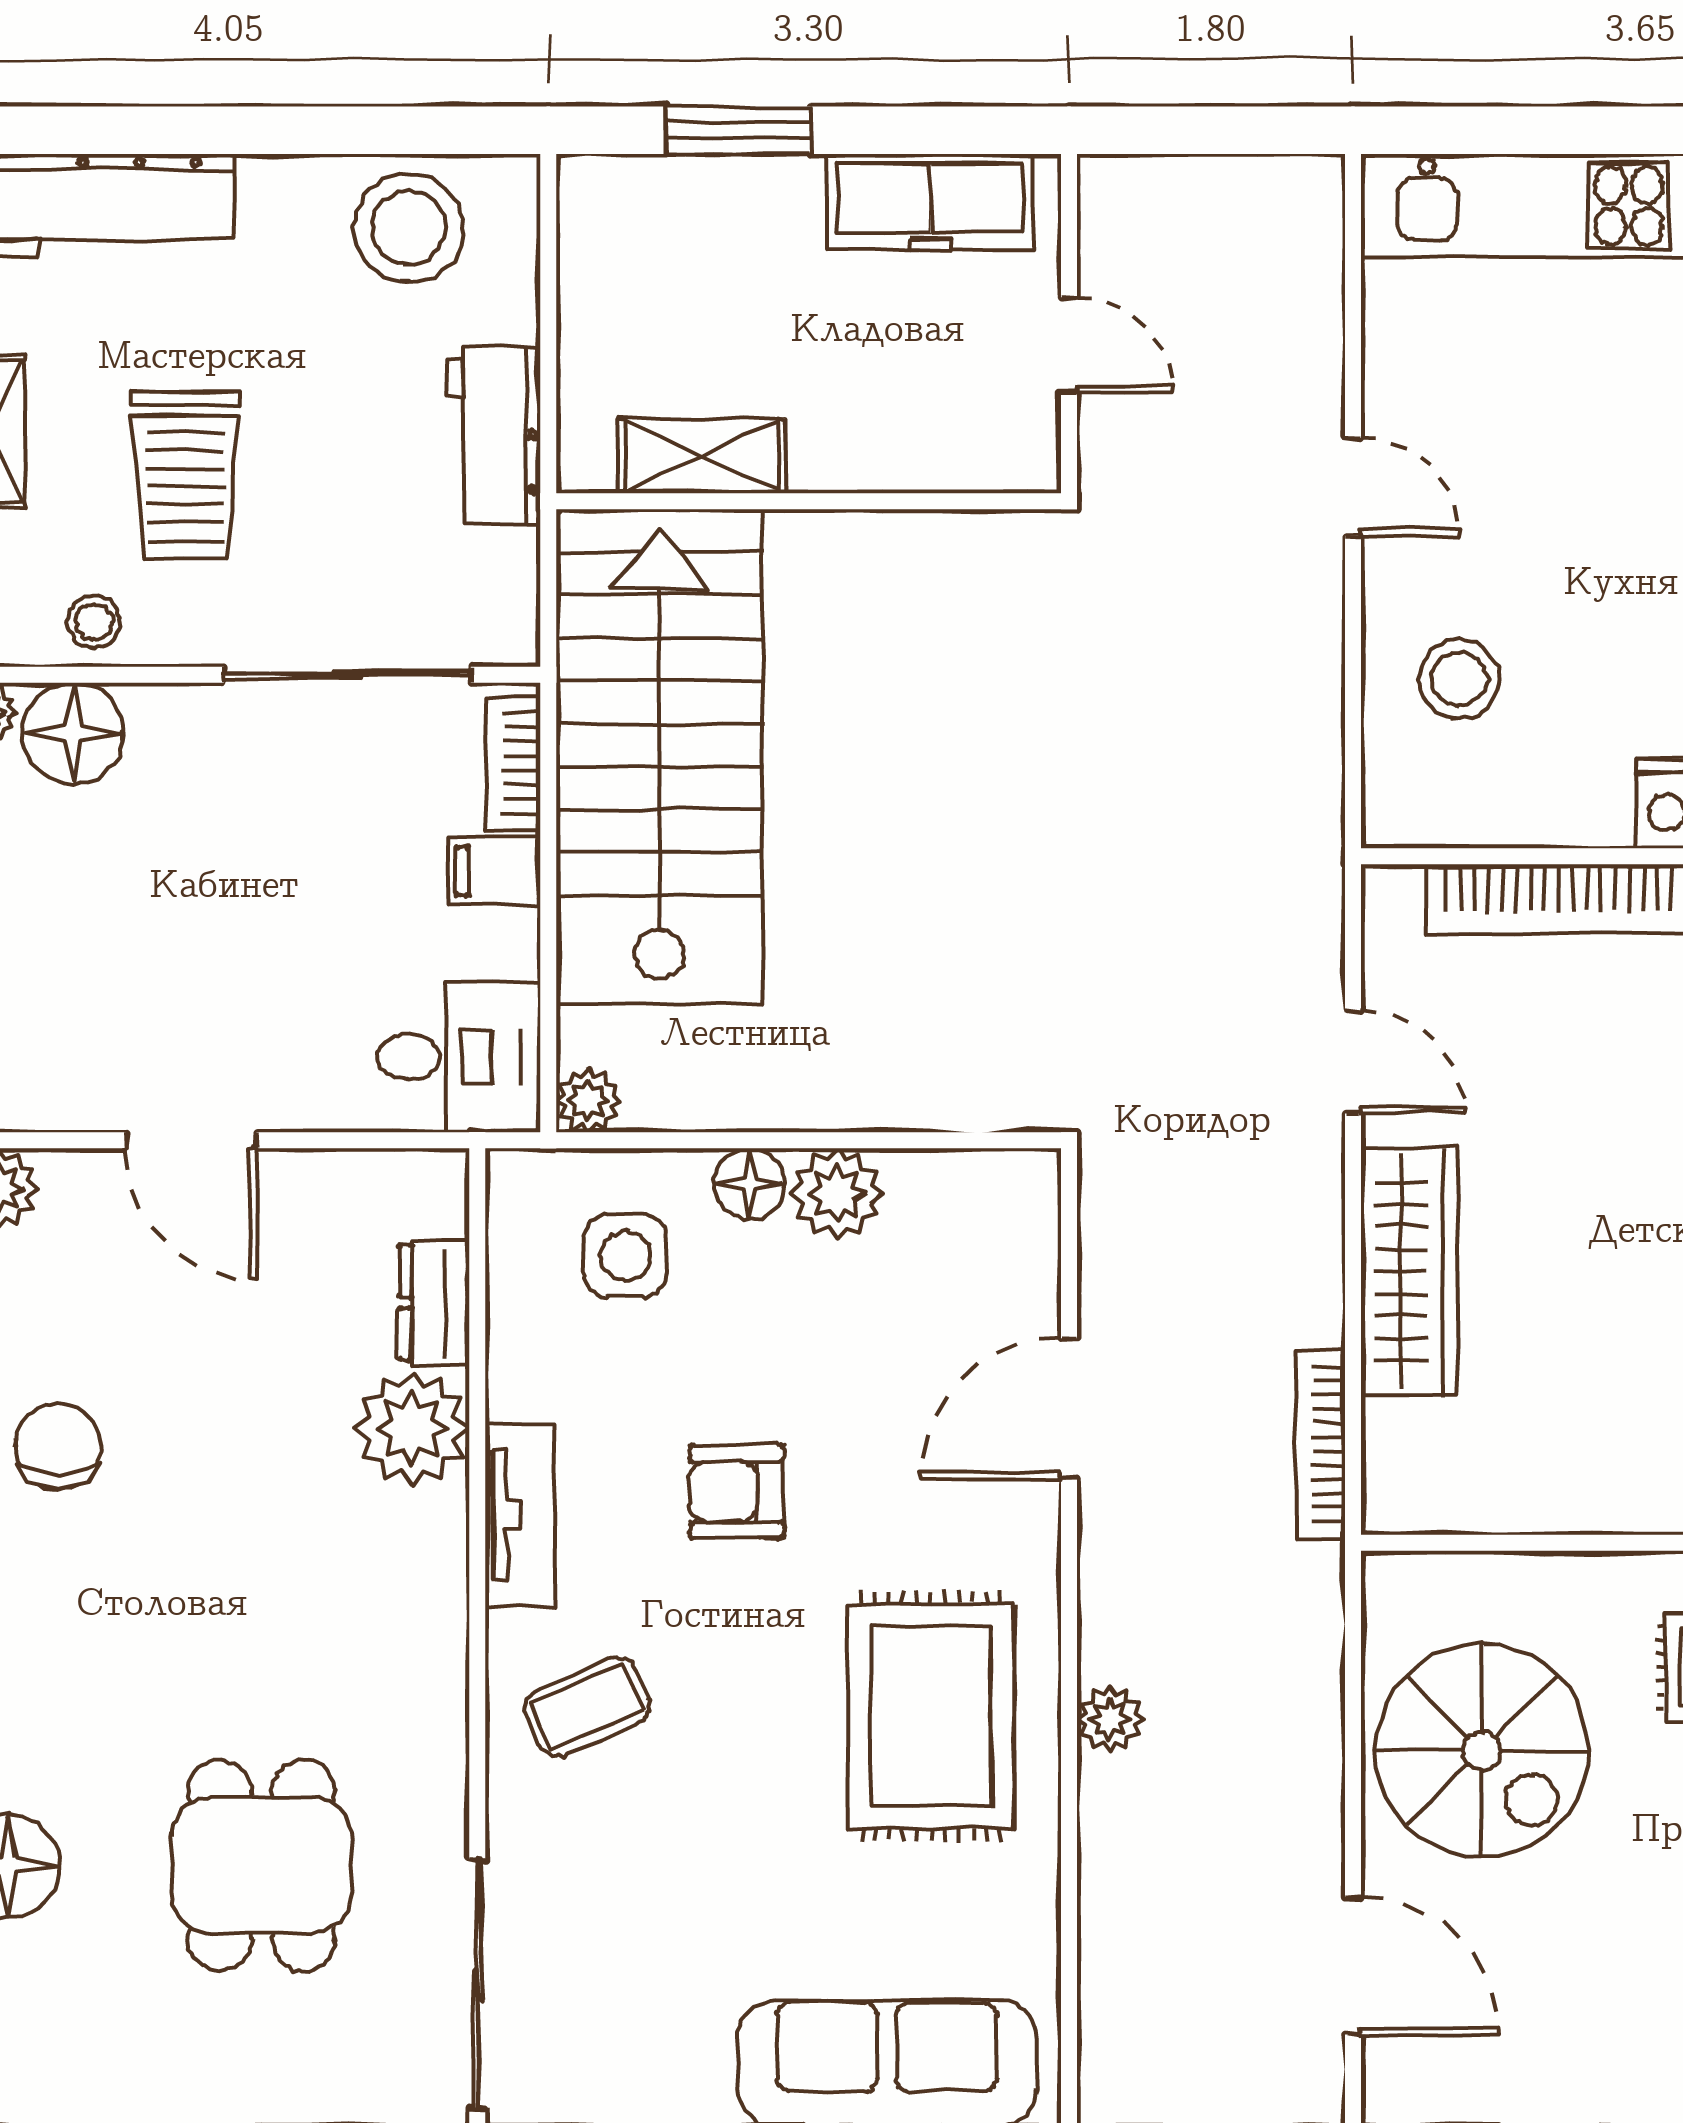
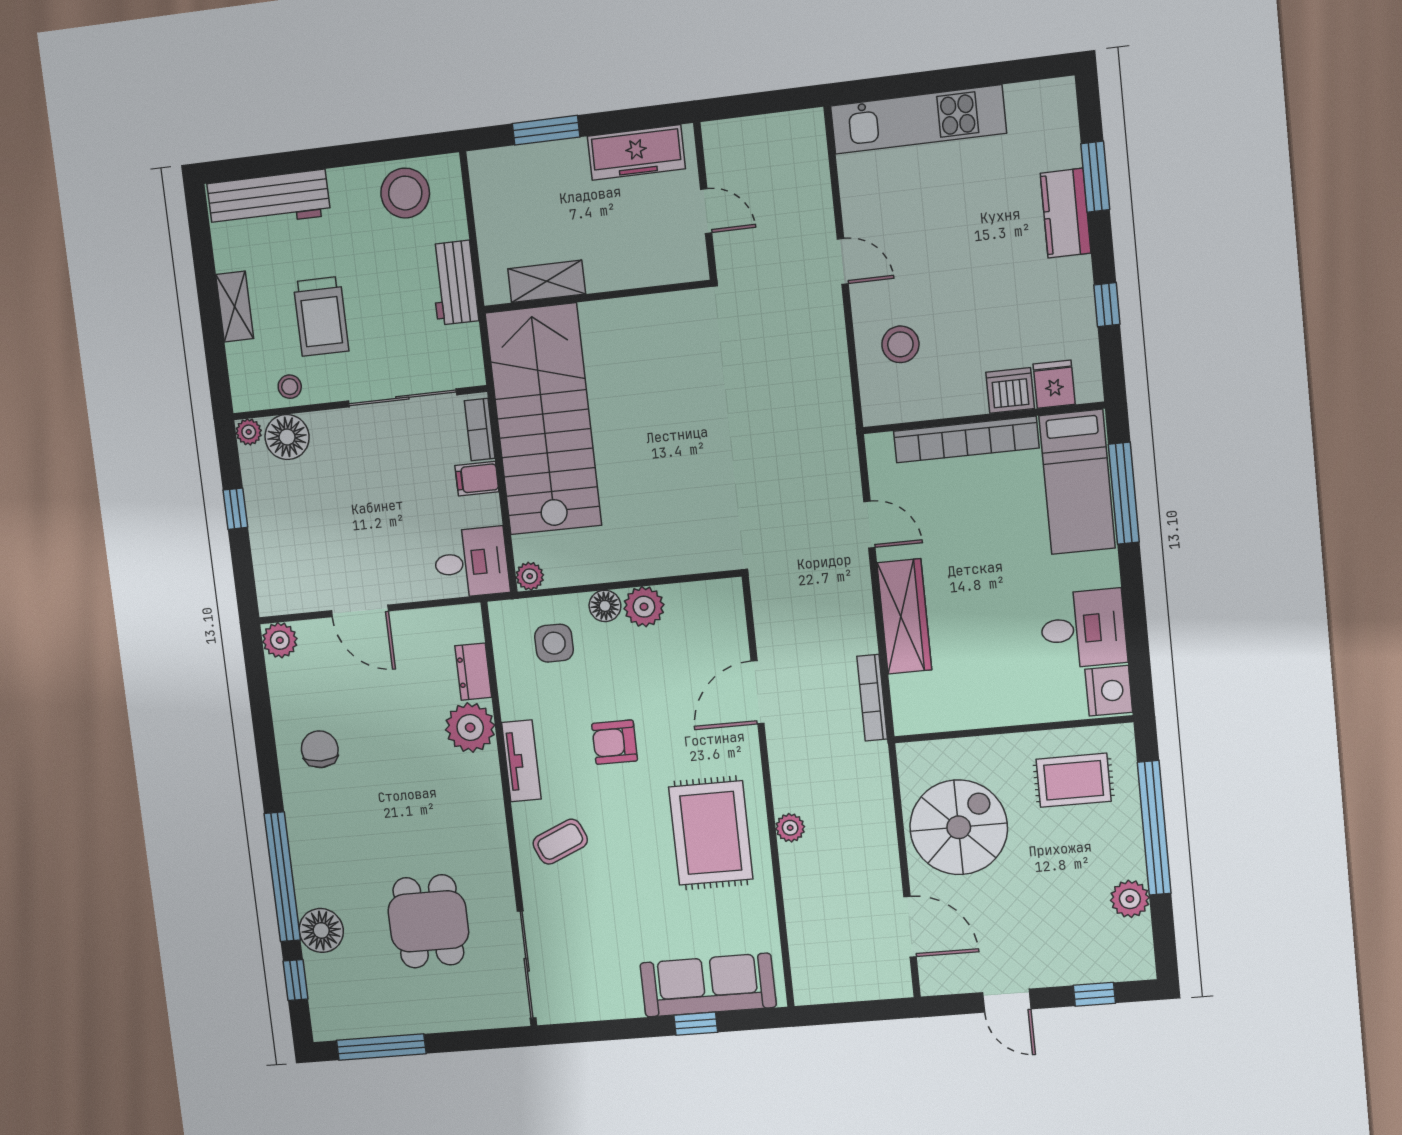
spiral stairs: (1482, 1750) -> (959, 827), turned -90

